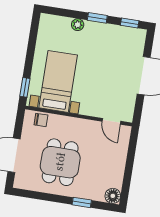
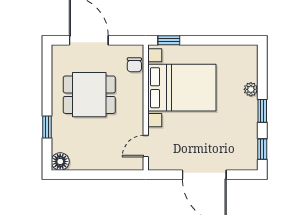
bed with nightstands: (58, 81) -> (182, 88), width x1.36

